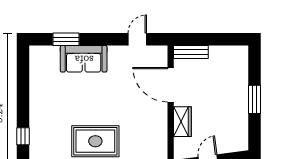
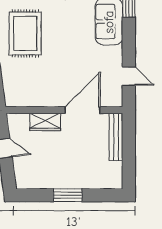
bench: (191, 52) -> (116, 137), width x1.36

